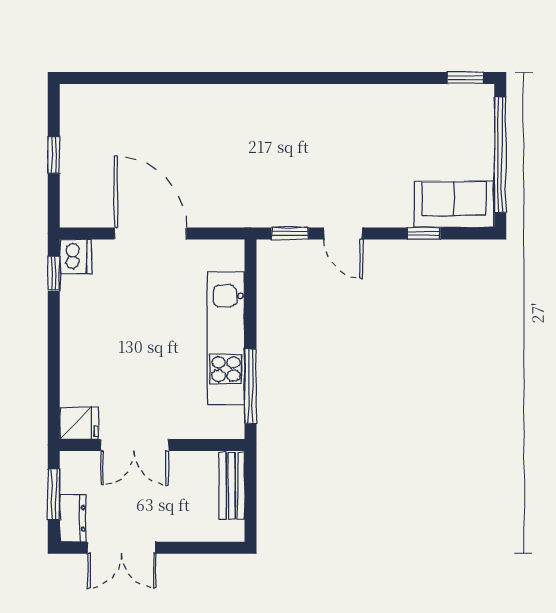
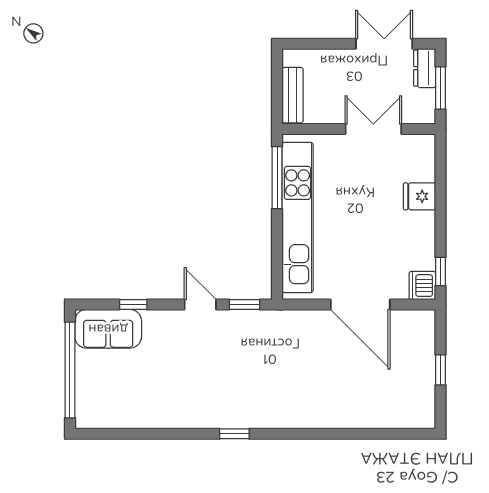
window: (466, 78) -> (234, 434), moved
kitchen unit: (226, 338) -> (298, 217), width x1.36
fridge: (79, 423) -> (419, 196), moved

